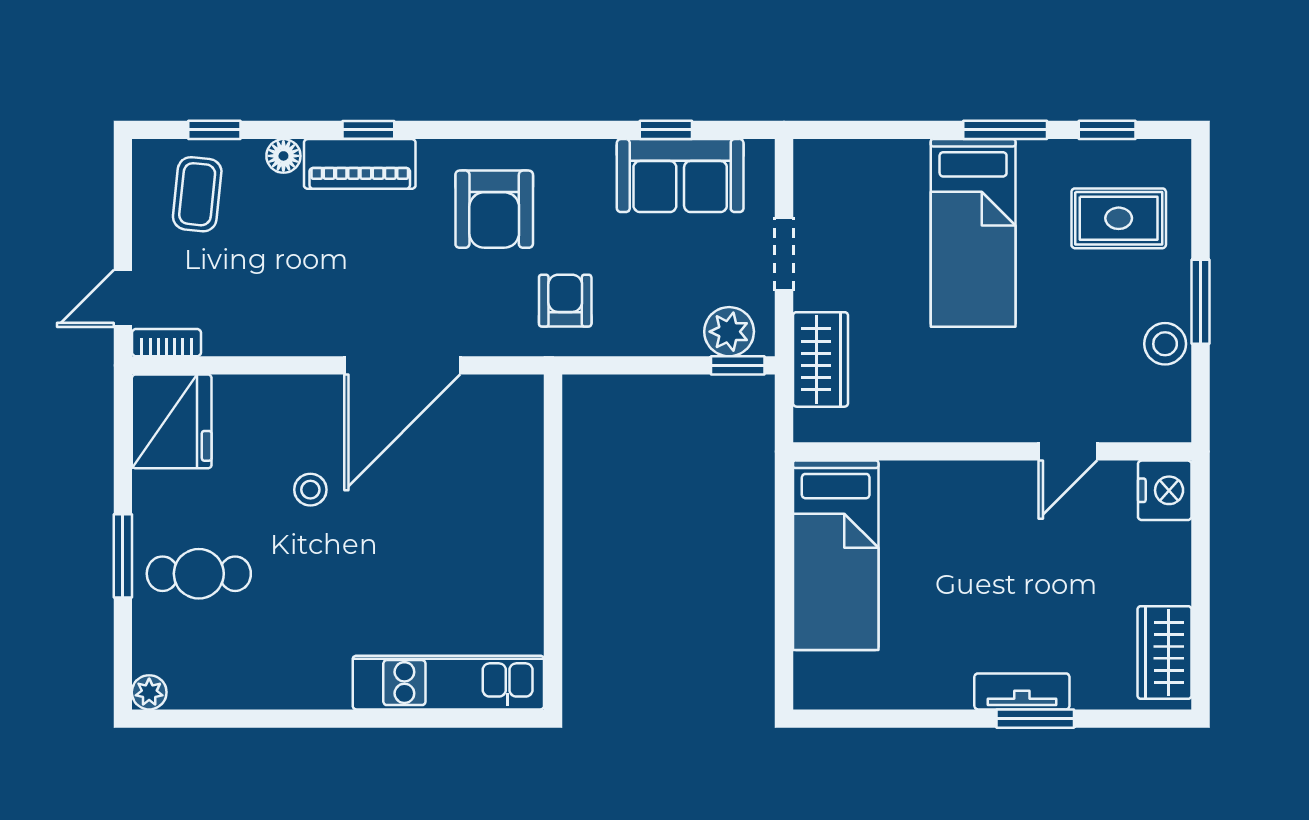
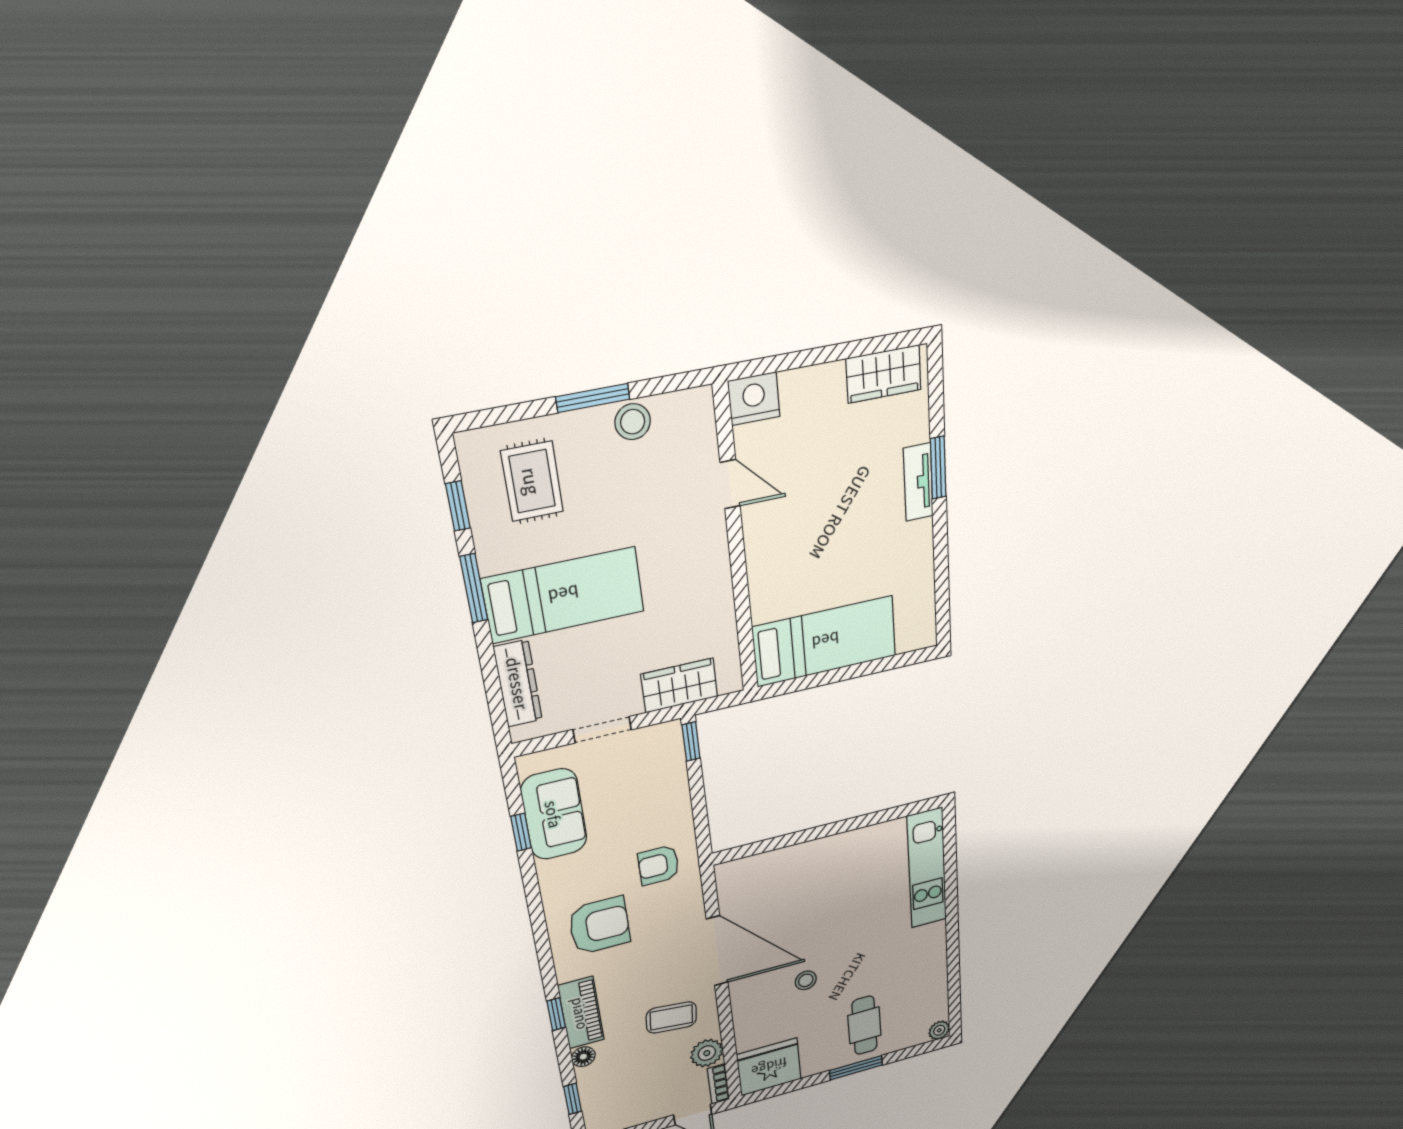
dresser: (872, 161) -> (518, 683), added
coffee table: (197, 194) -> (671, 1017), moved
plant: (729, 332) -> (707, 1053), moved

